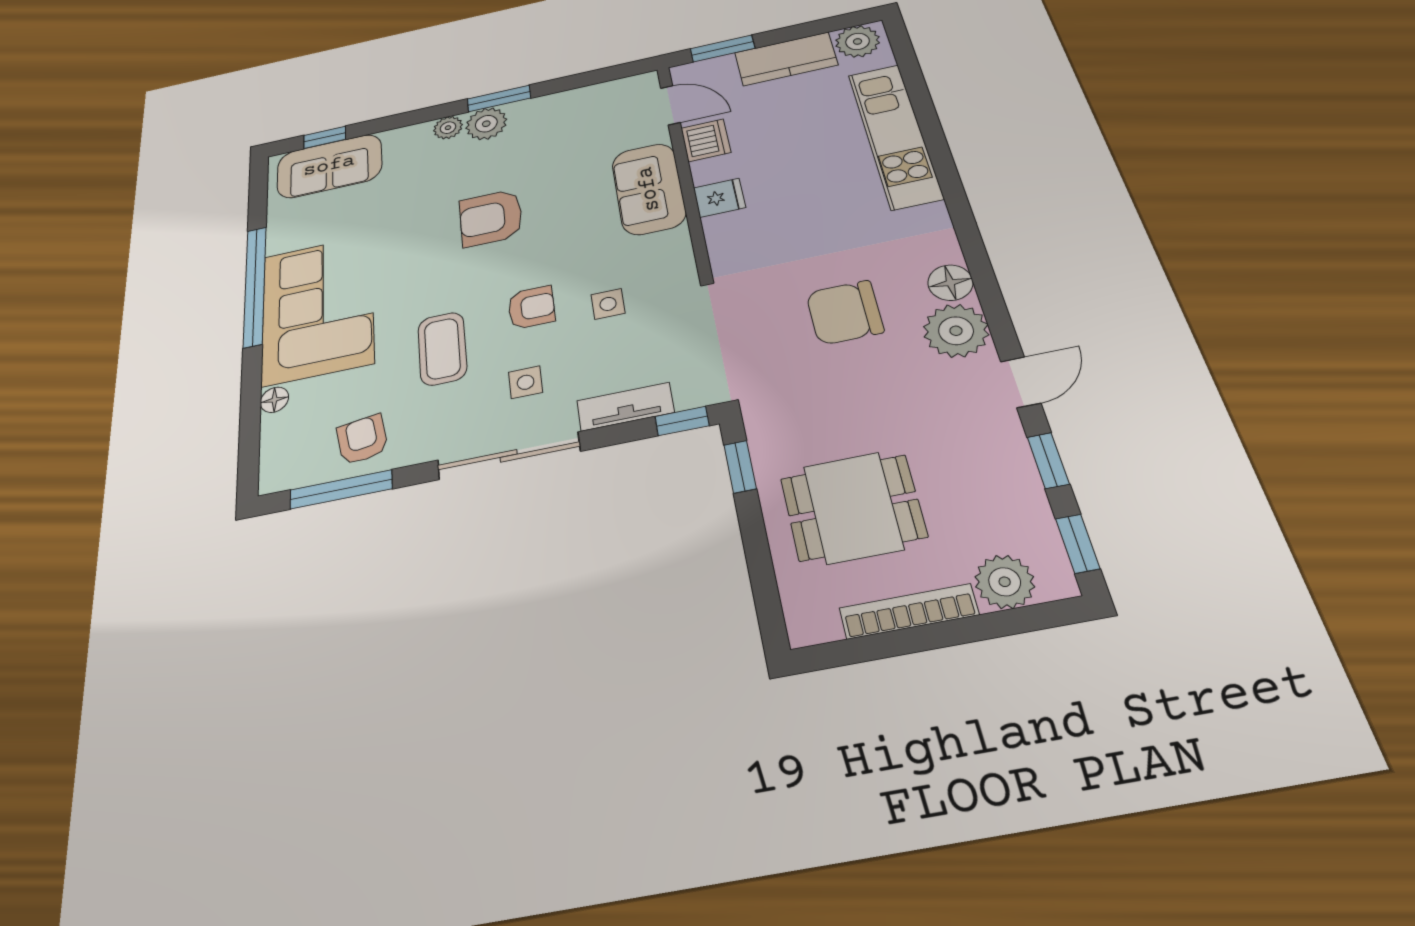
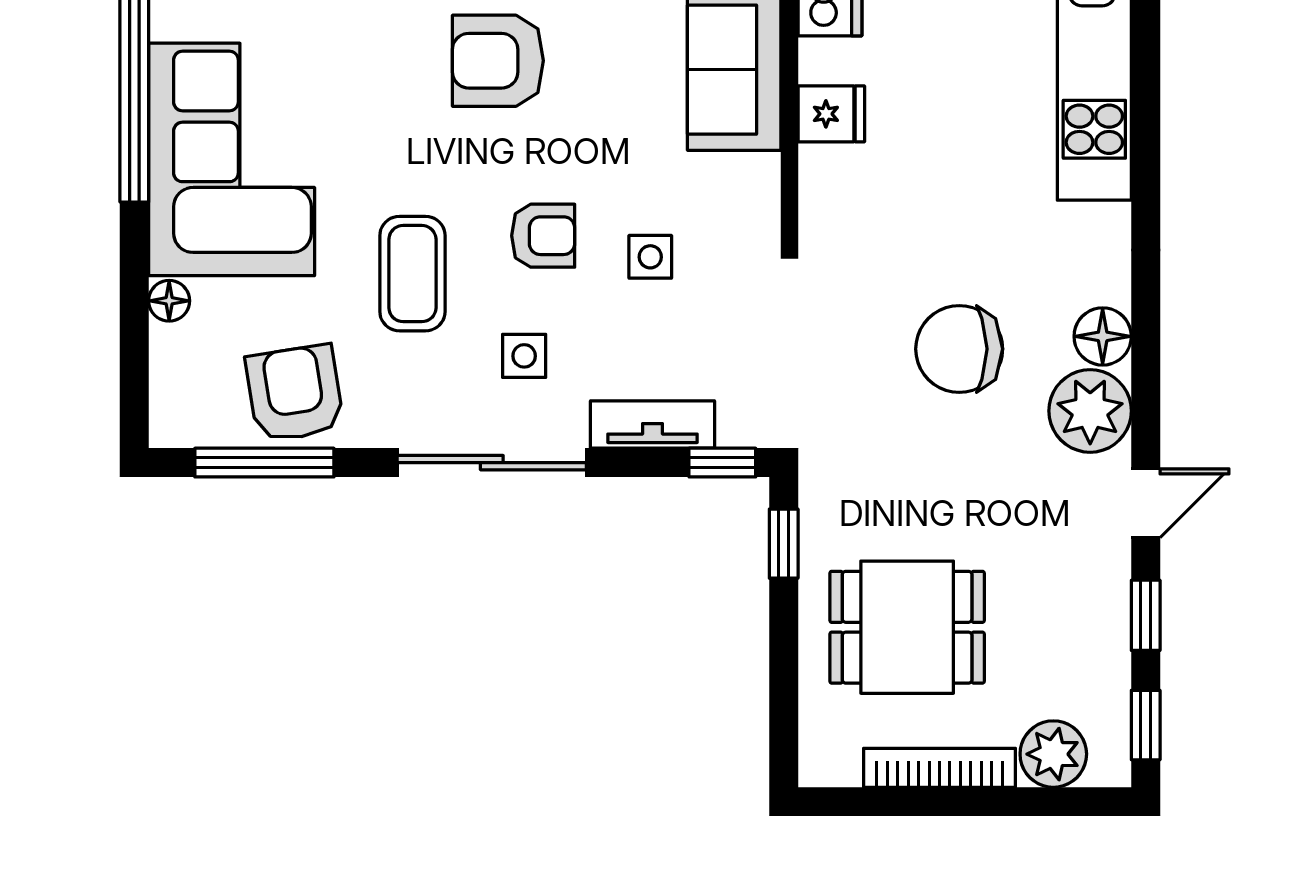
armchair: (362, 439) -> (295, 393), width x1.38, depth x1.38

